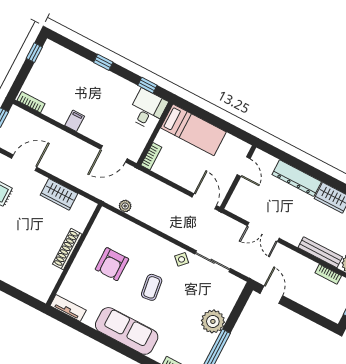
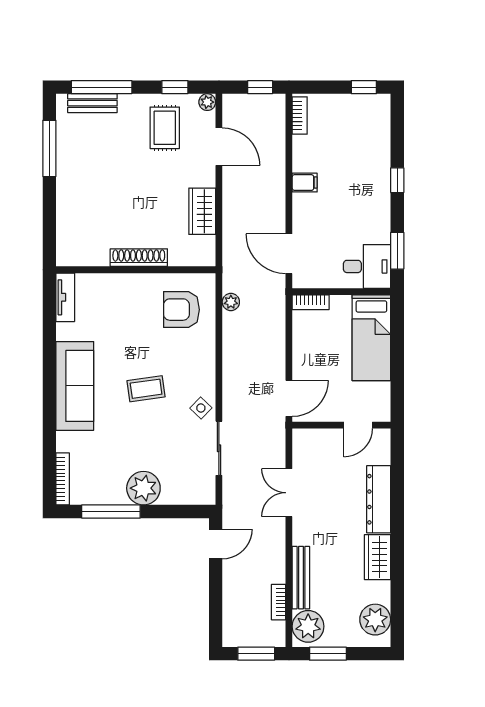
window: (147, 85) -> (397, 251), width x1.50
armchair: (112, 264) -> (181, 310), moved

